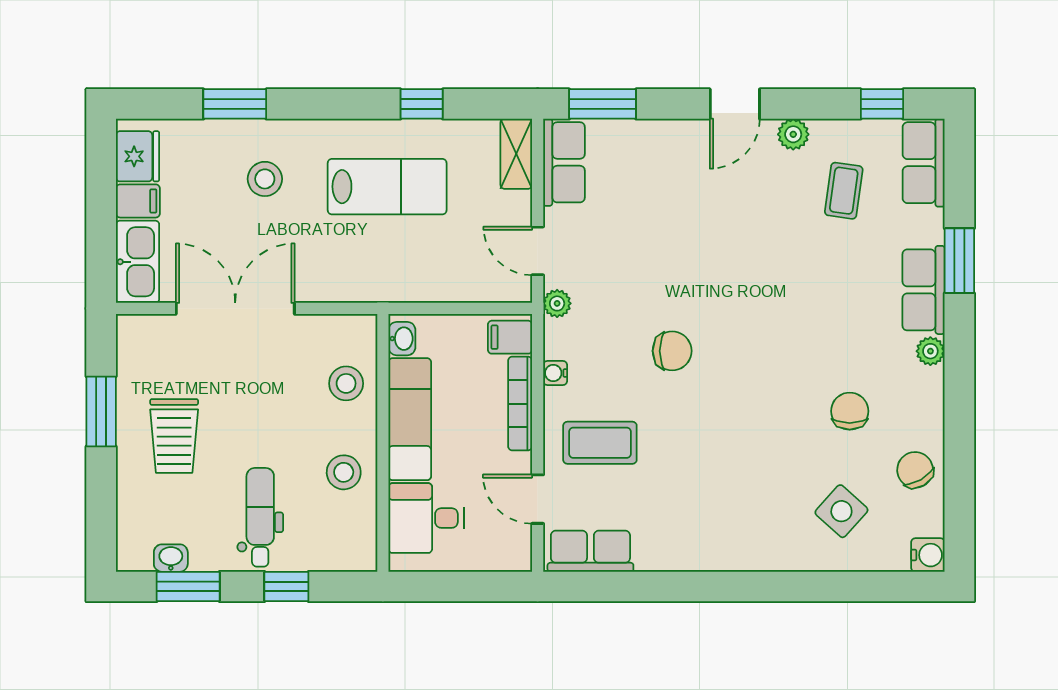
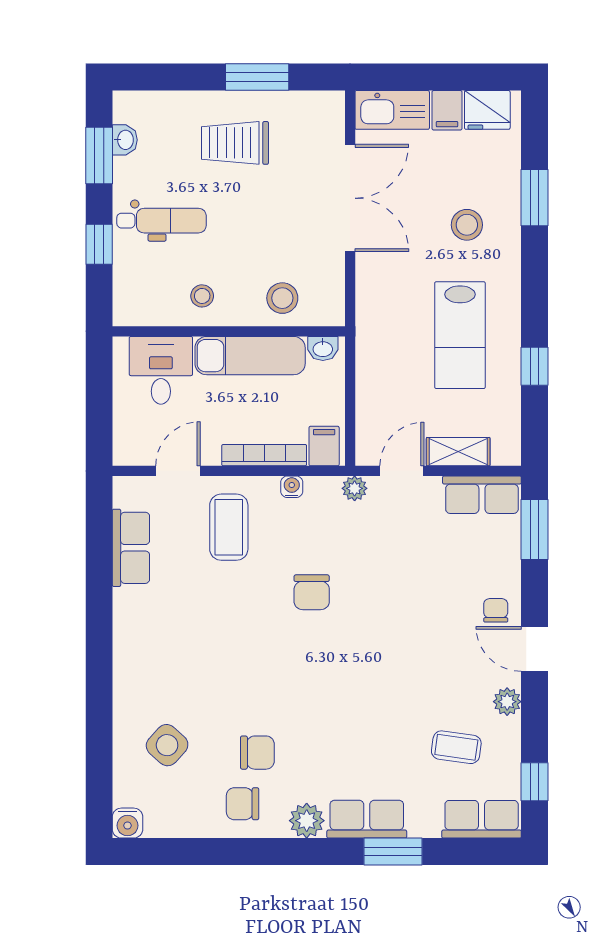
chair: (692, 147) -> (496, 610), added
shelving: (516, 154) -> (458, 452), moved
plant: (930, 351) -> (307, 821), width x1.38, depth x1.38
chair: (915, 470) -> (243, 804), moved, turned -150
stool: (344, 472) -> (202, 296), width x0.73, depth x0.73
row of seats: (590, 551) -> (131, 548), moved

